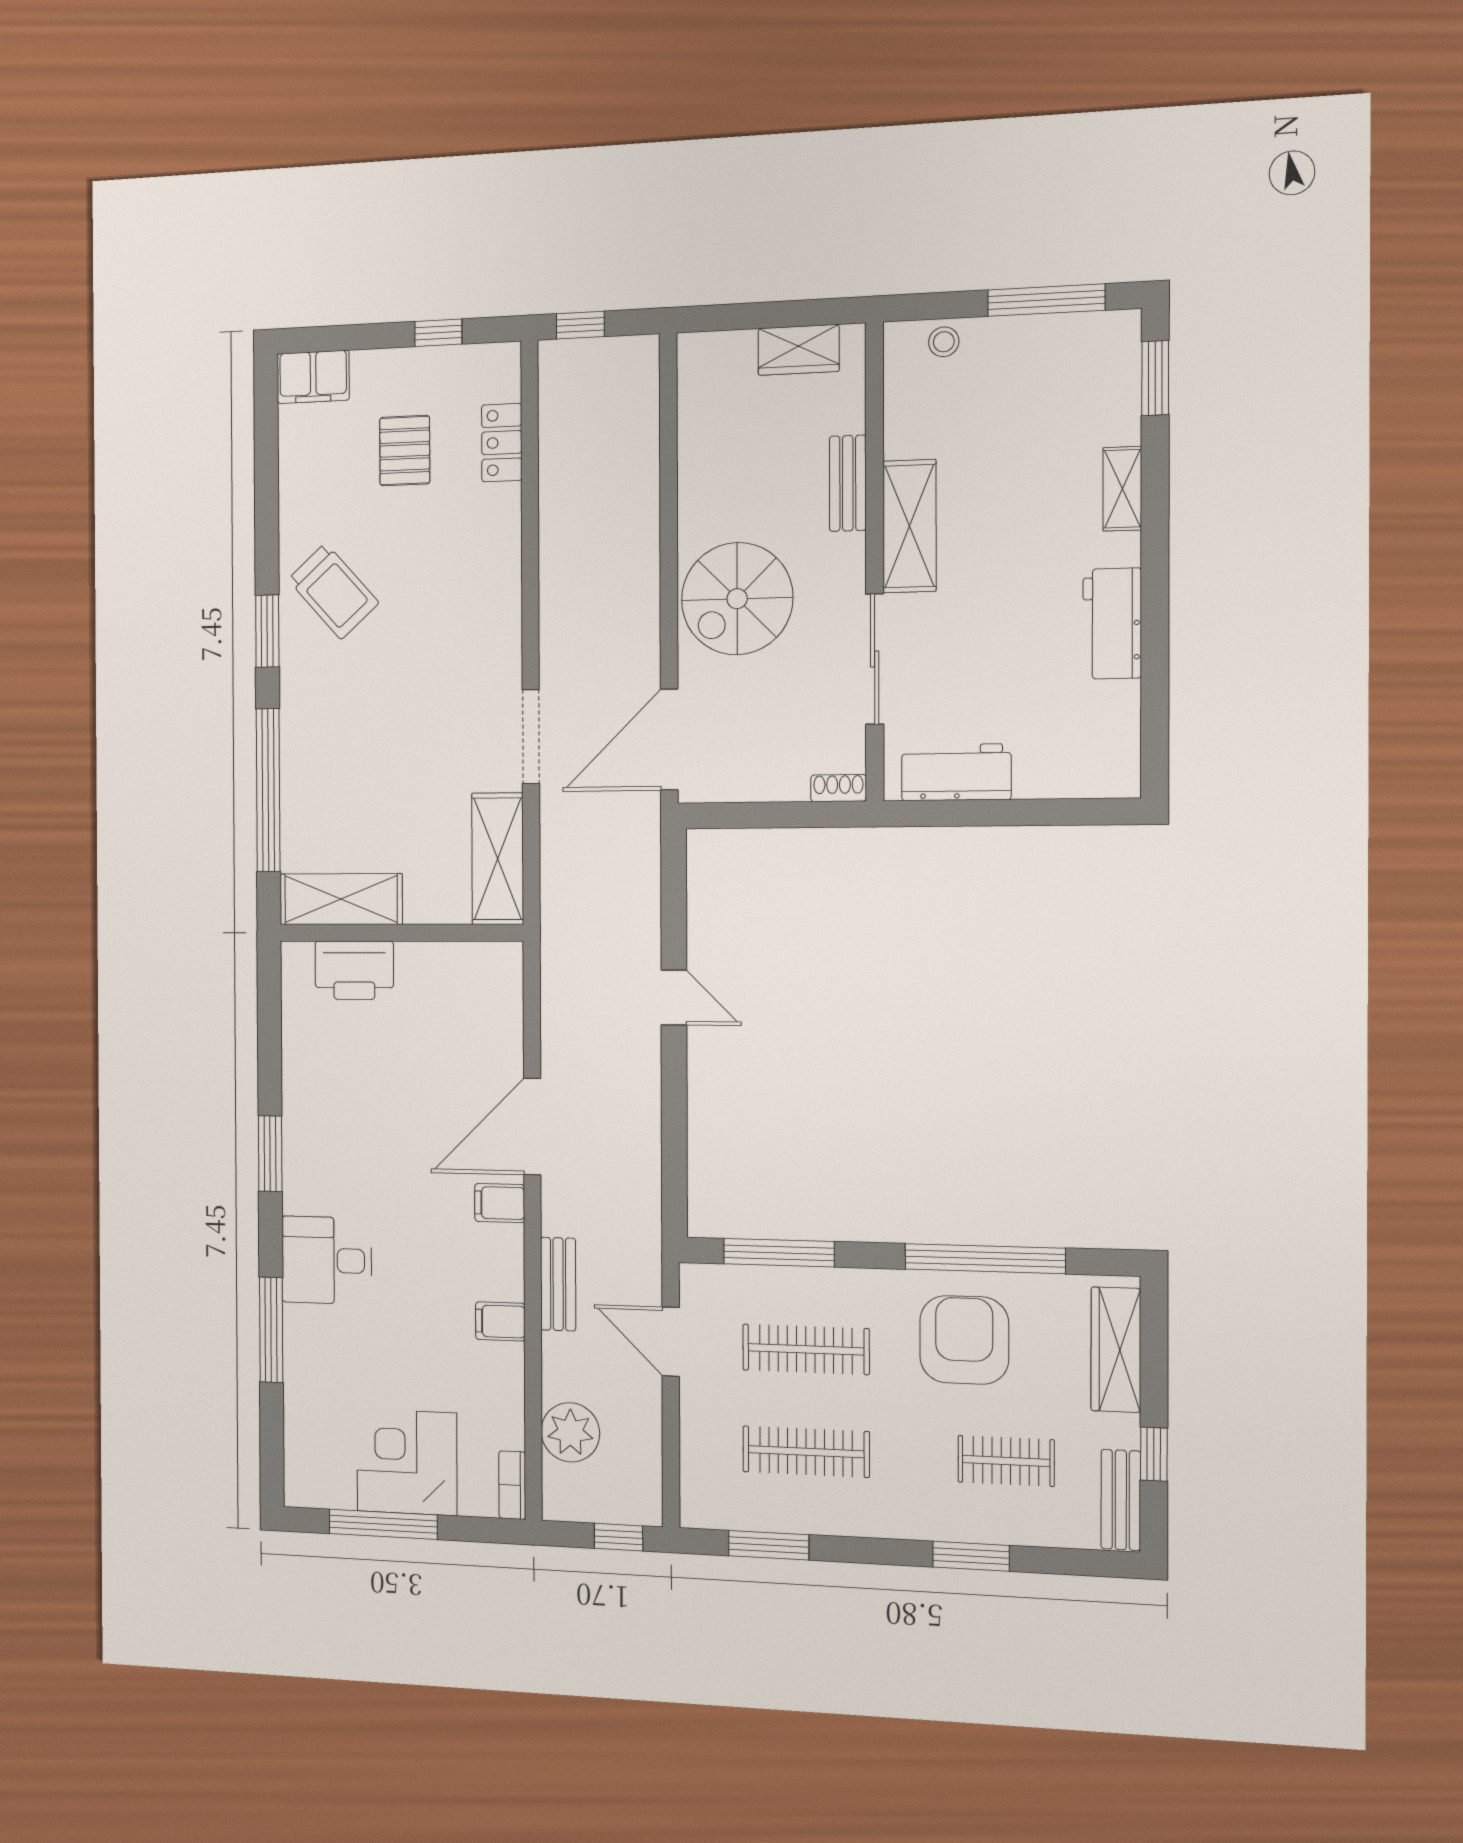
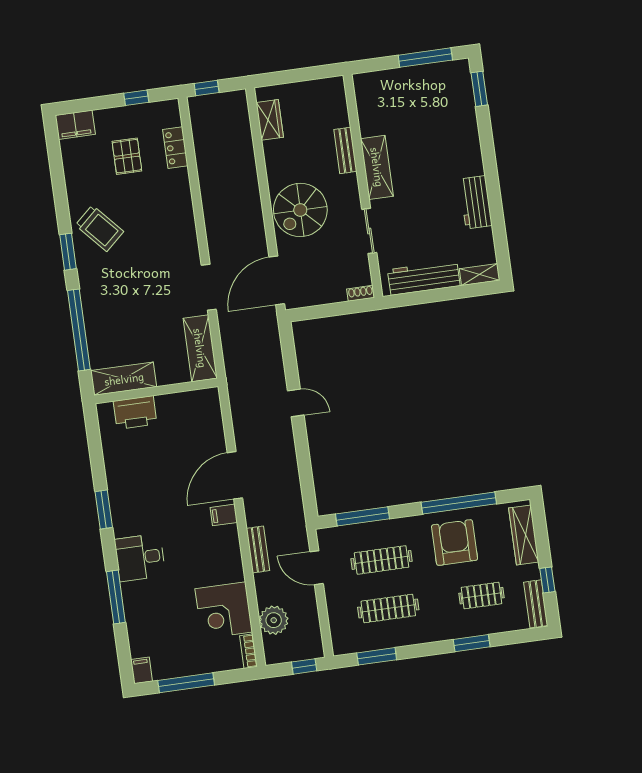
stool: (944, 342) -> (381, 81), removed
wardrobe: (799, 350) -> (270, 120), moved, turned -90
shelving: (1122, 489) -> (480, 274), moved, turned 90
sliding door: (875, 659) -> (369, 231), width x0.73
workbench: (956, 772) -> (424, 278), width x1.38
filing cabinet: (500, 1321) -> (142, 670), moved, turned 90
corner desk: (407, 1462) -> (224, 610), moved, turned -90

